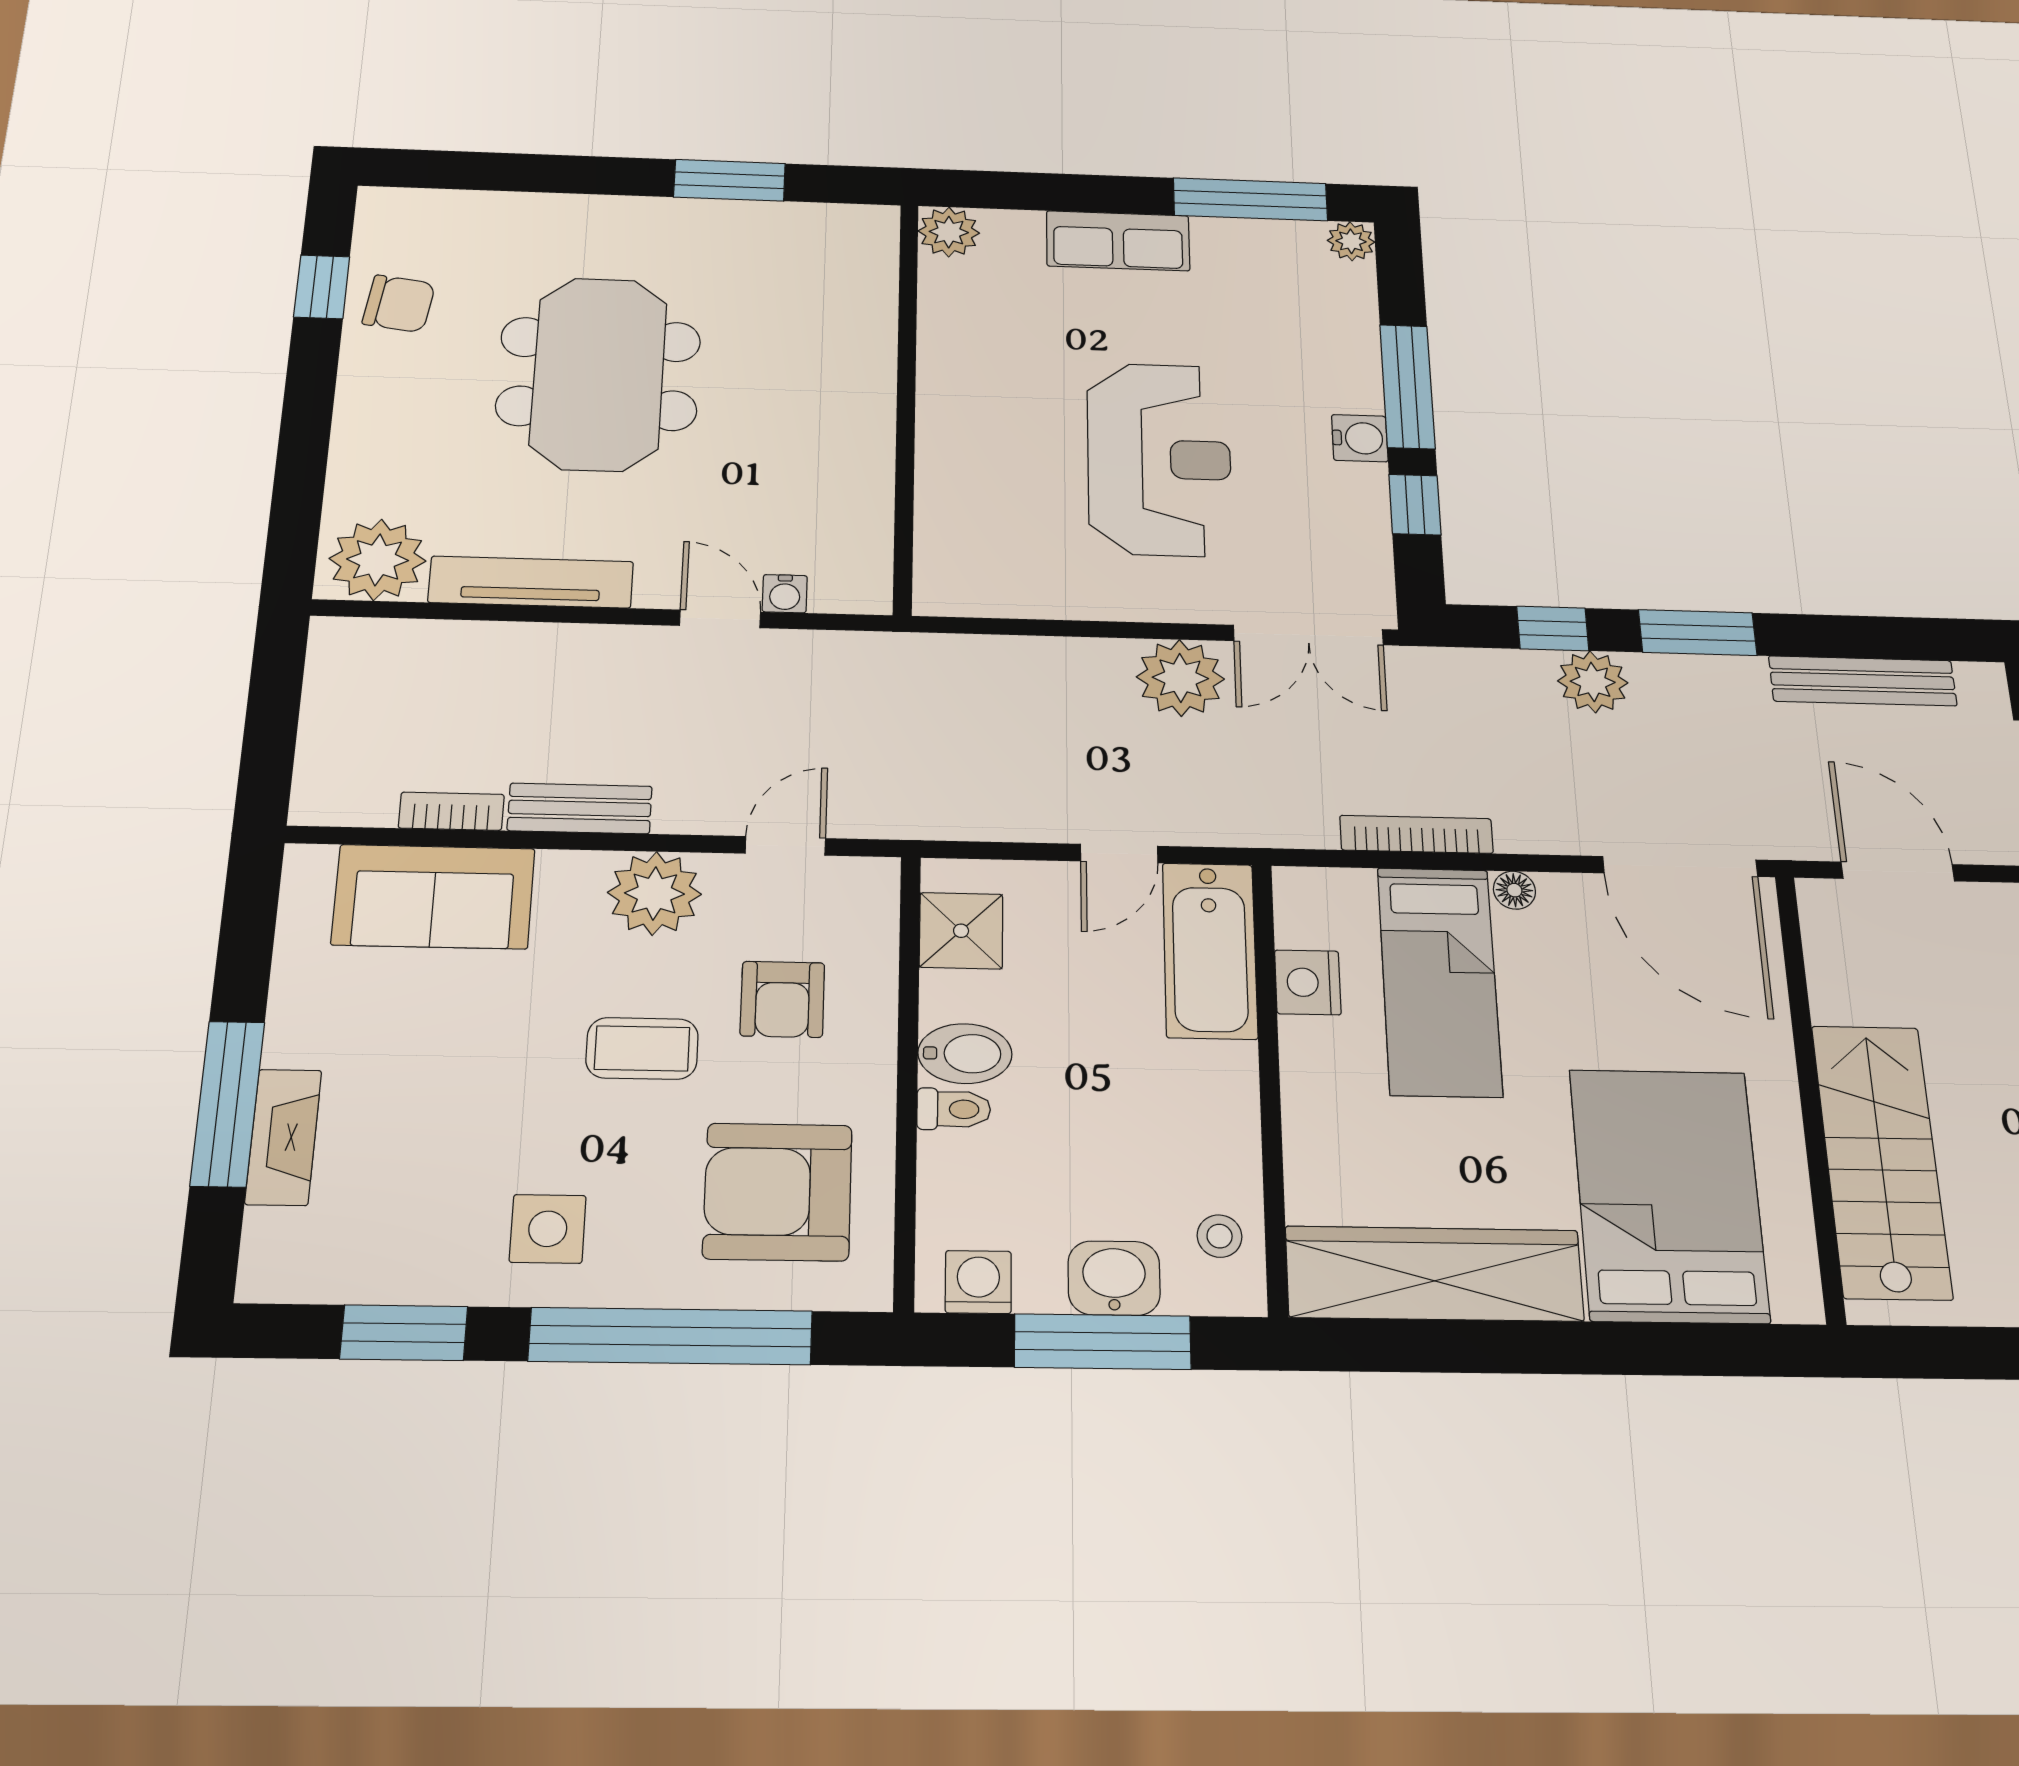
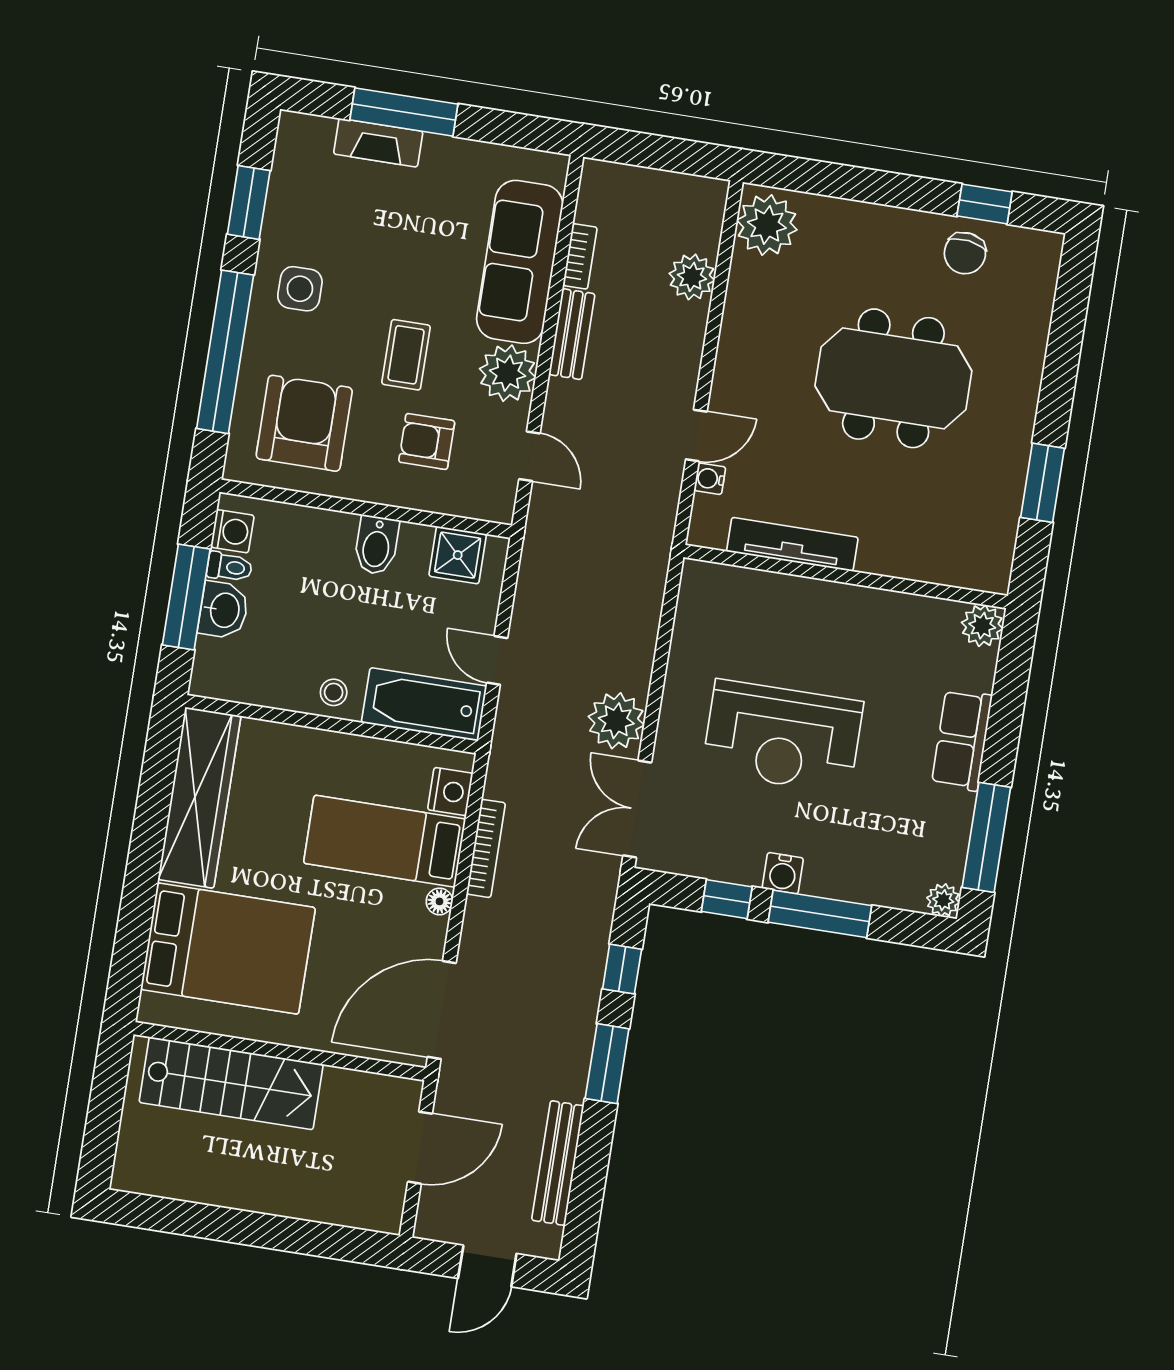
tv unit: (531, 582) -> (792, 544), moved, turned -90
plant: (1593, 682) -> (692, 277), moved
sofa: (434, 897) -> (520, 262), width x1.36
nightstand: (1308, 982) -> (450, 792), moved, turned 90
toilet: (954, 1109) -> (229, 567), moved, turned -90
stool: (1220, 1236) -> (334, 692), moved

